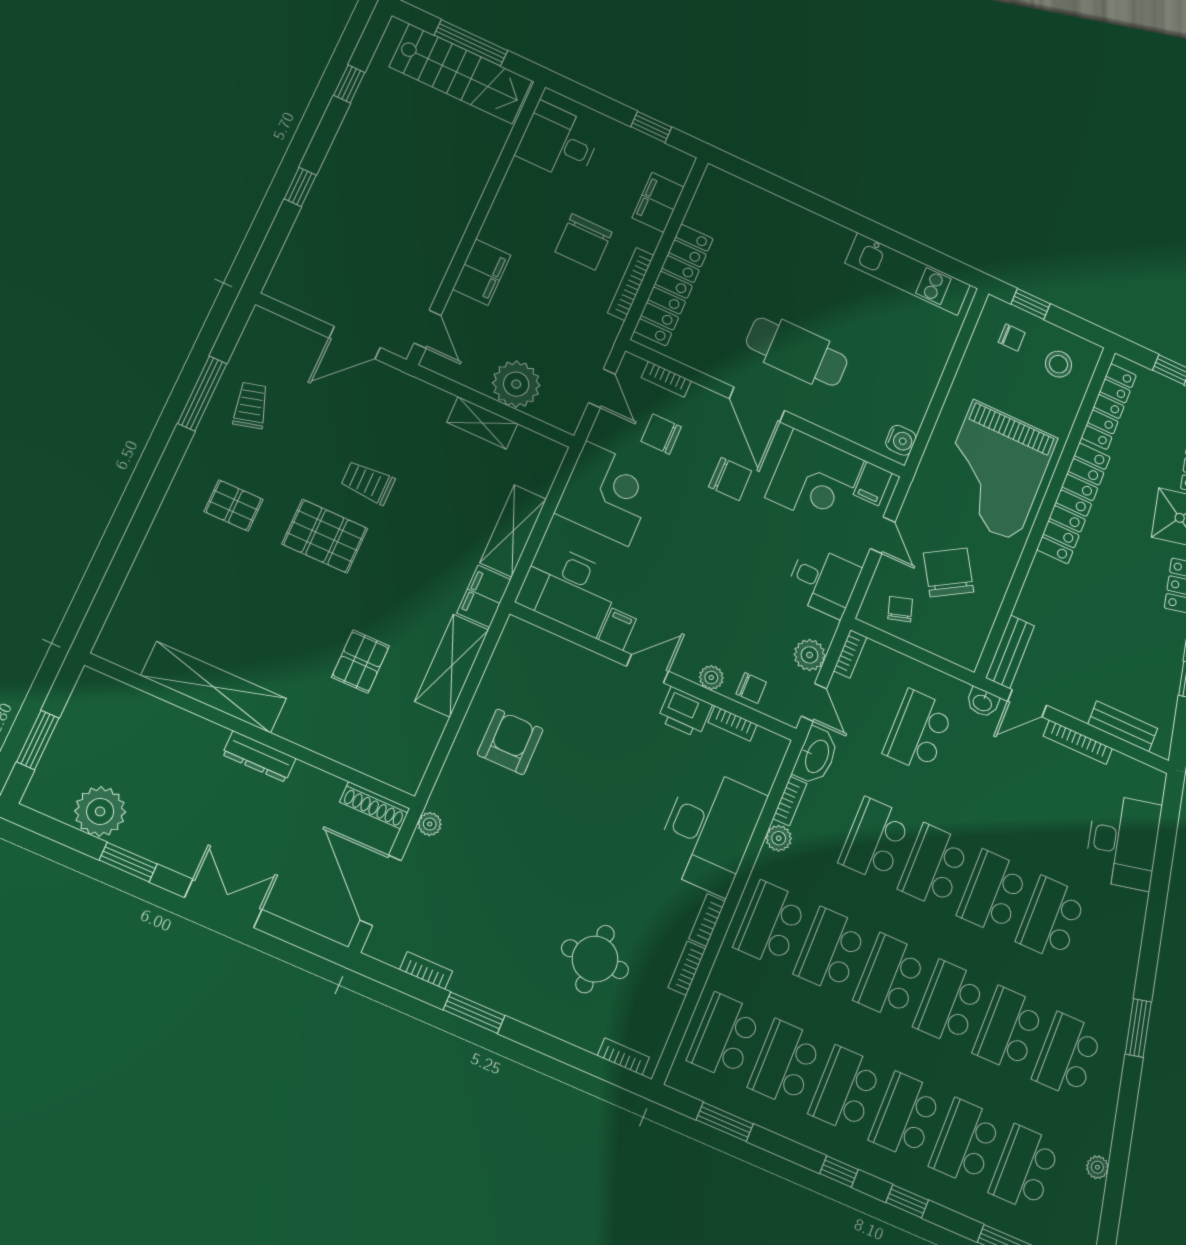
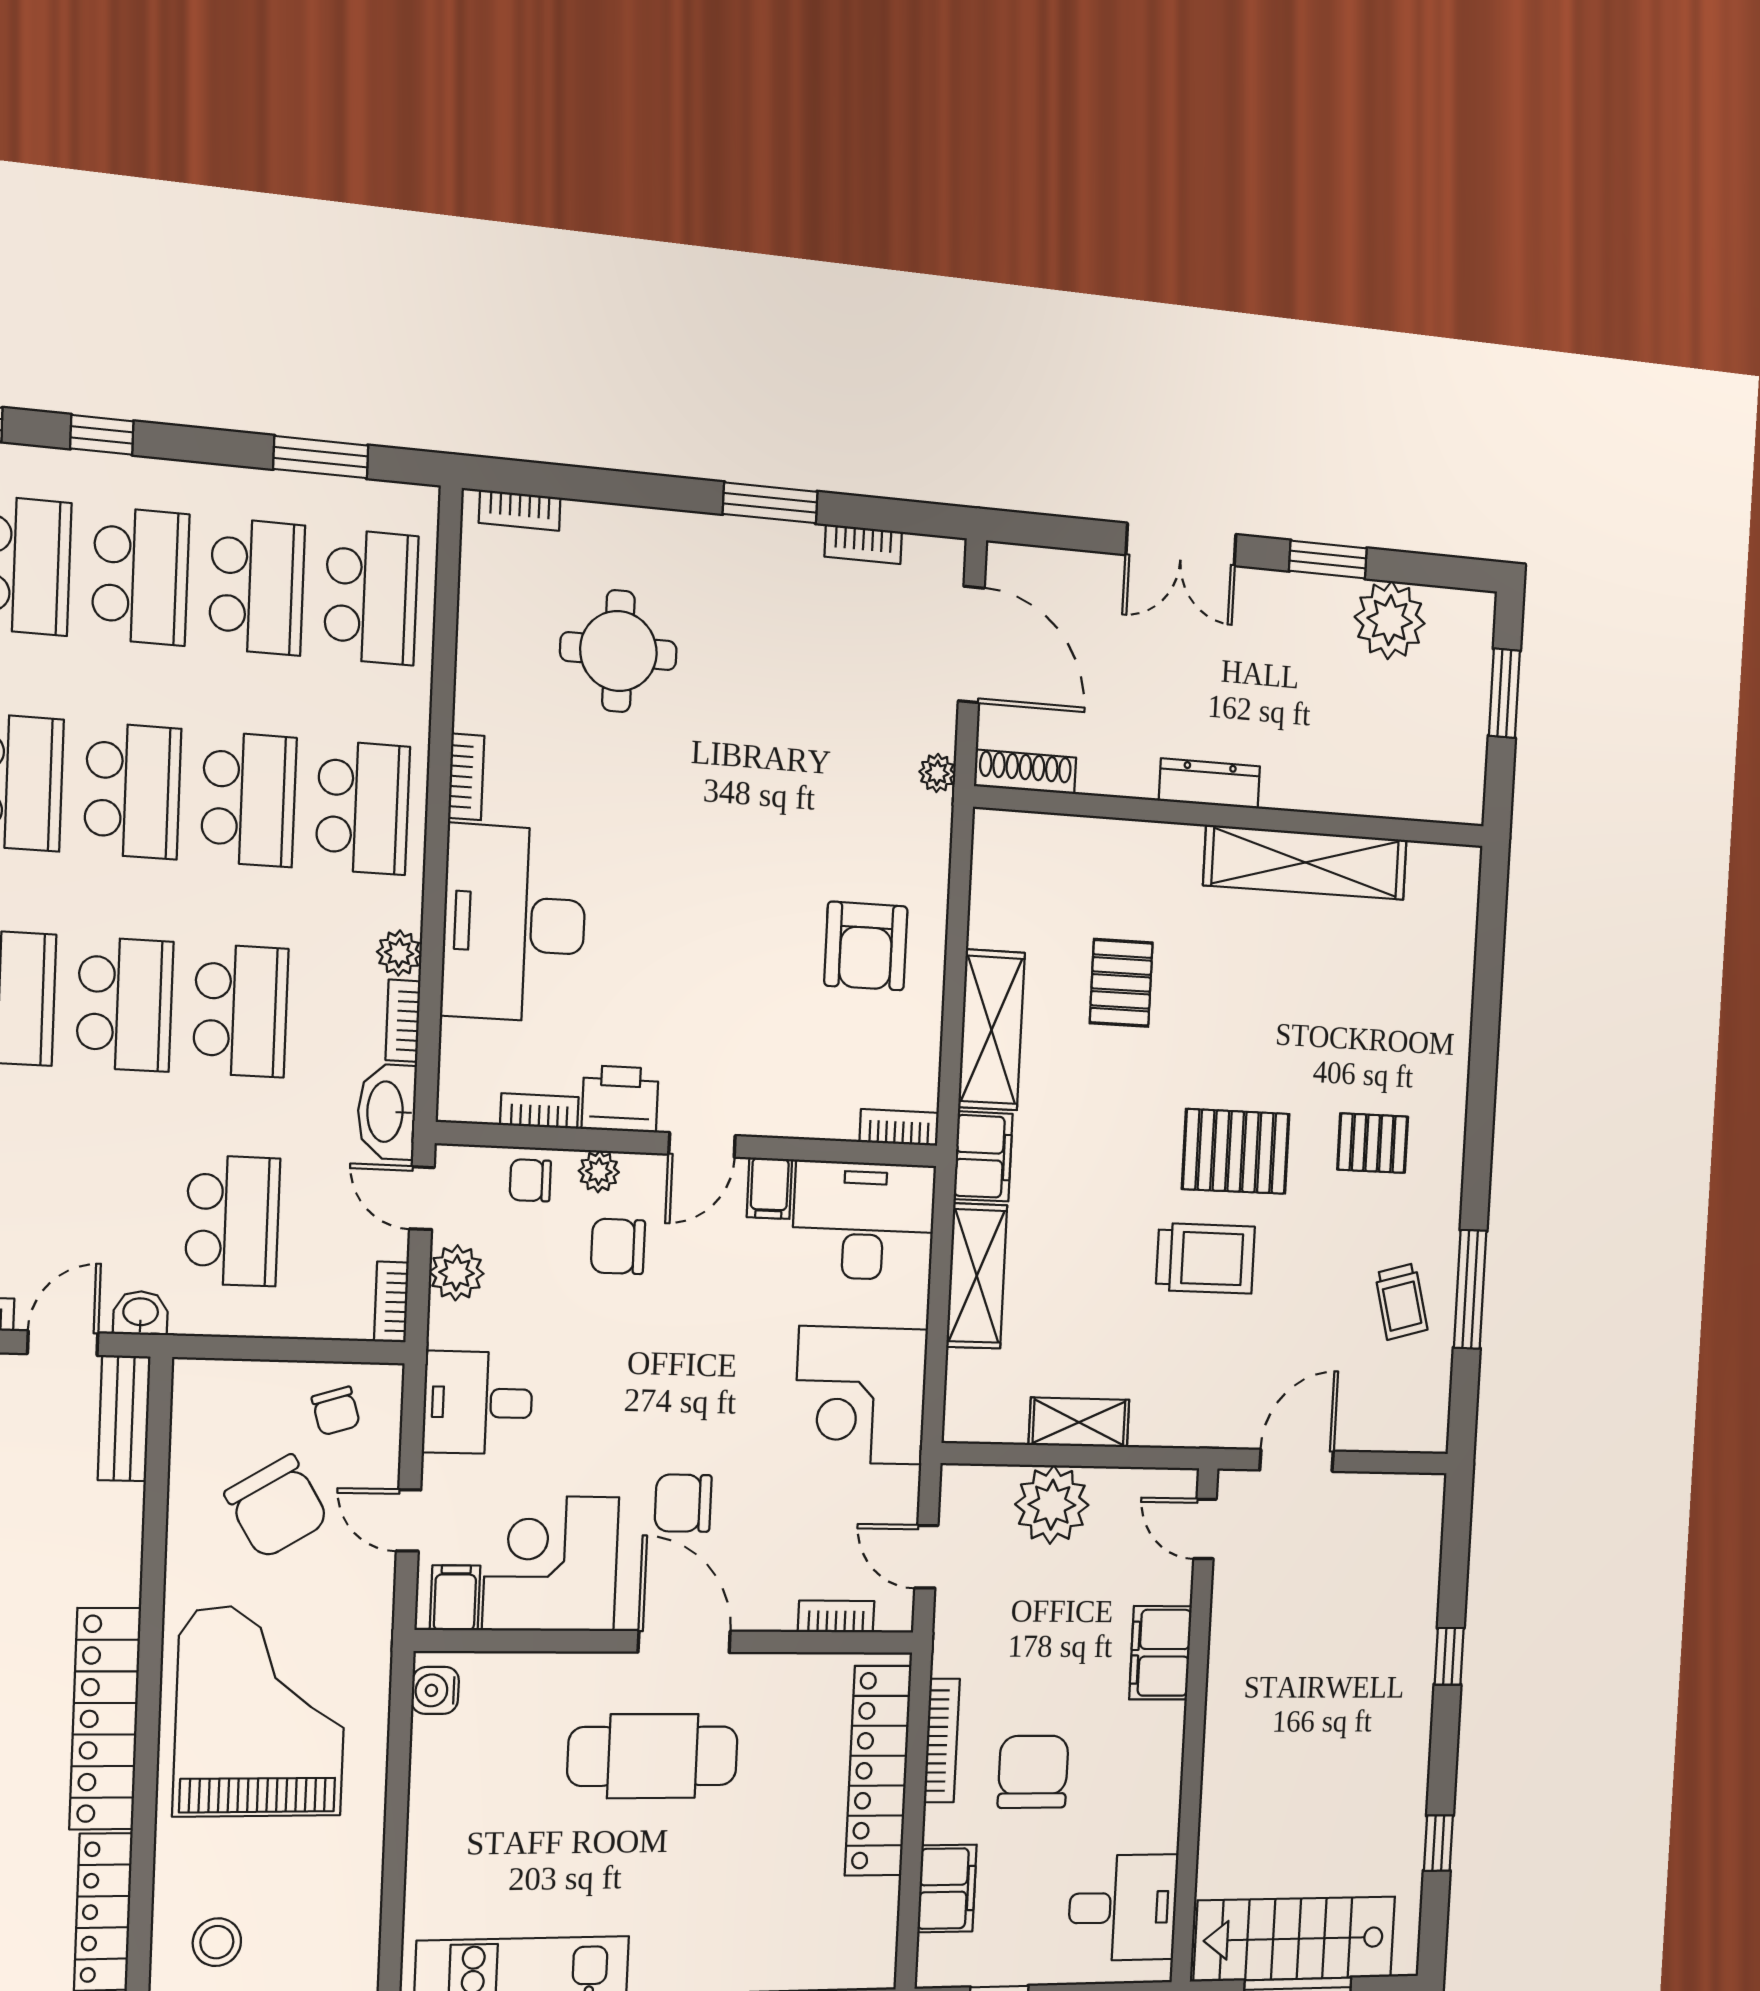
chair: (1012, 338) -> (313, 1948), removed
chair: (661, 434) -> (618, 1246), moved, turned 180
trolley: (368, 483) -> (1205, 1258), width x1.36, depth x1.39
bookcase: (687, 968) -> (899, 1127), moved, turned -90

